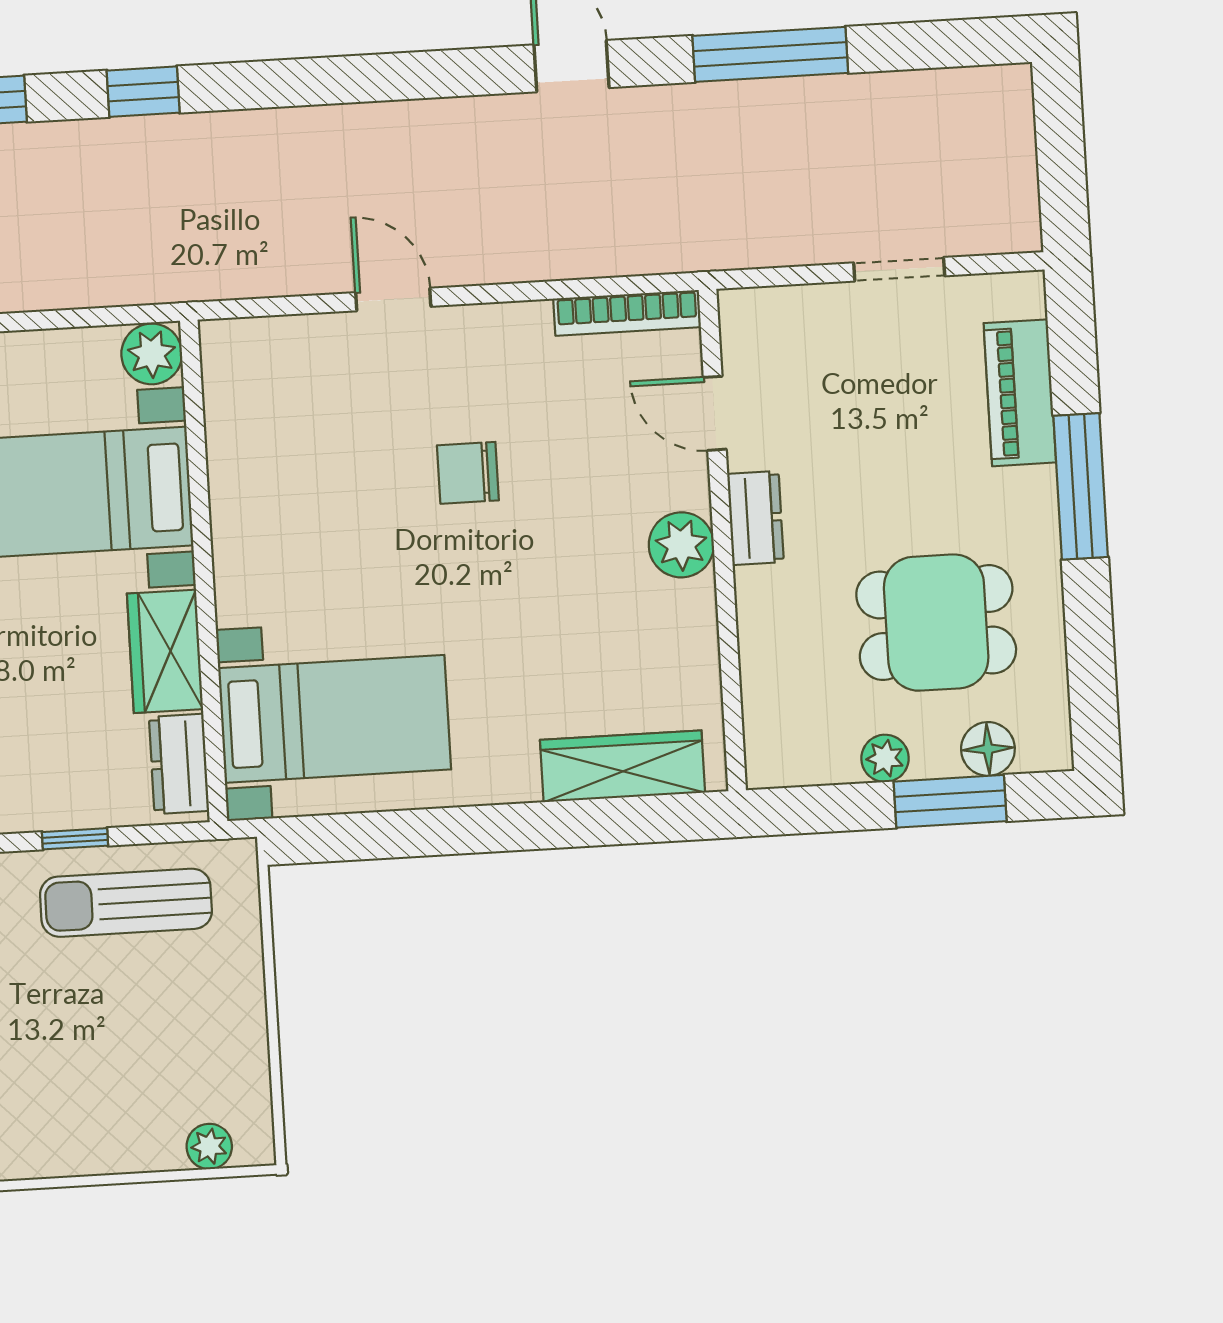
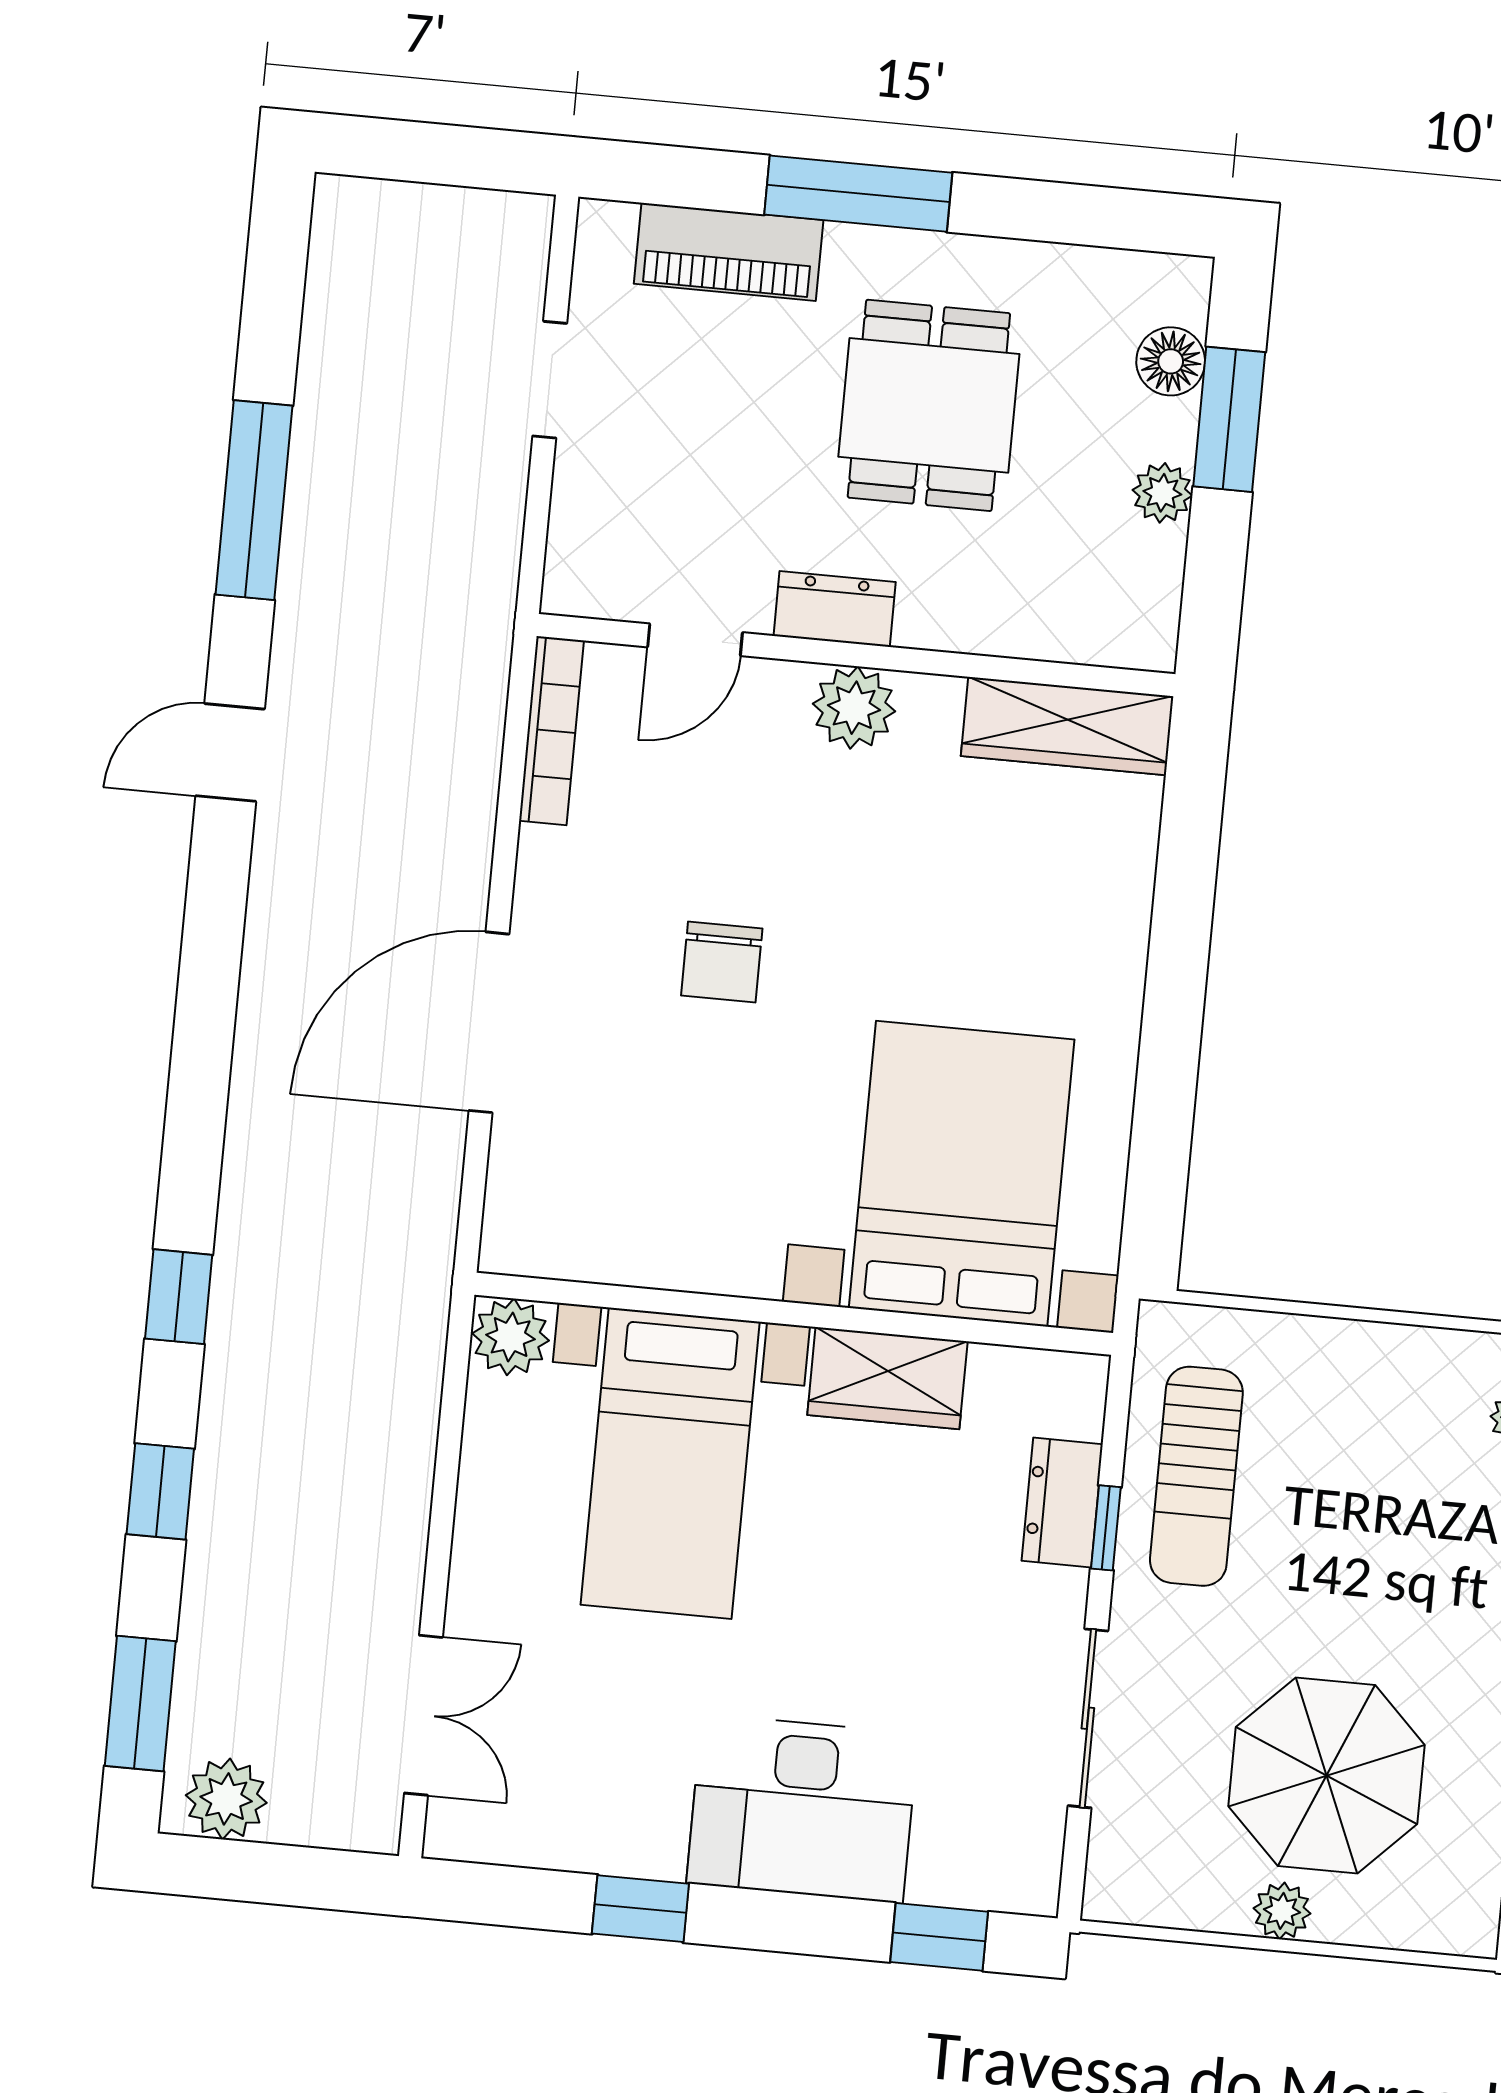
door: (393, 299) -> (489, 1022), width x1.88
dining table: (936, 623) -> (929, 405), moved
bed with nightstands: (335, 719) -> (962, 1174), width x1.36
dresser: (179, 764) -> (1062, 1503), moved, turned 90
wardrobe: (623, 766) -> (1067, 726), moved, turned -90

